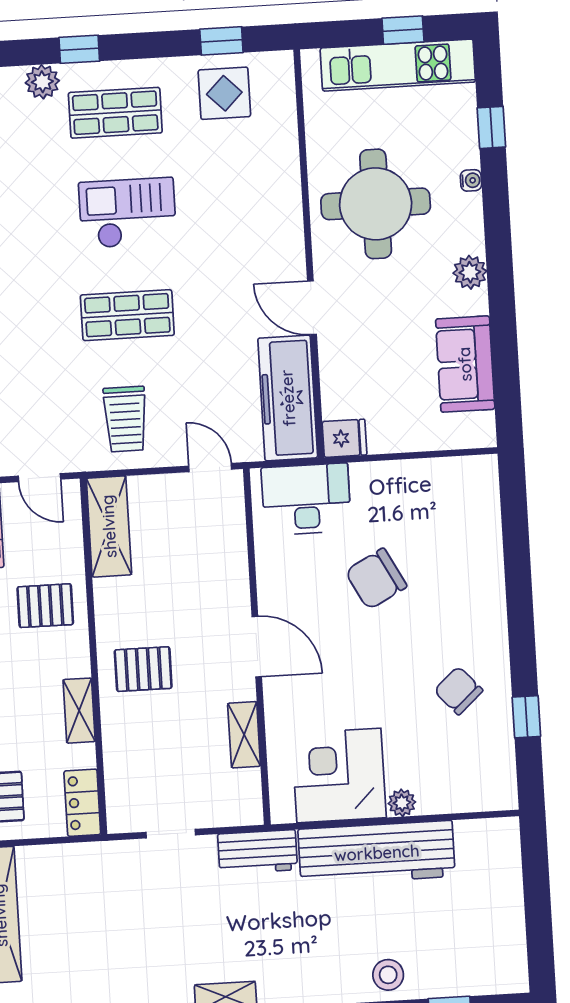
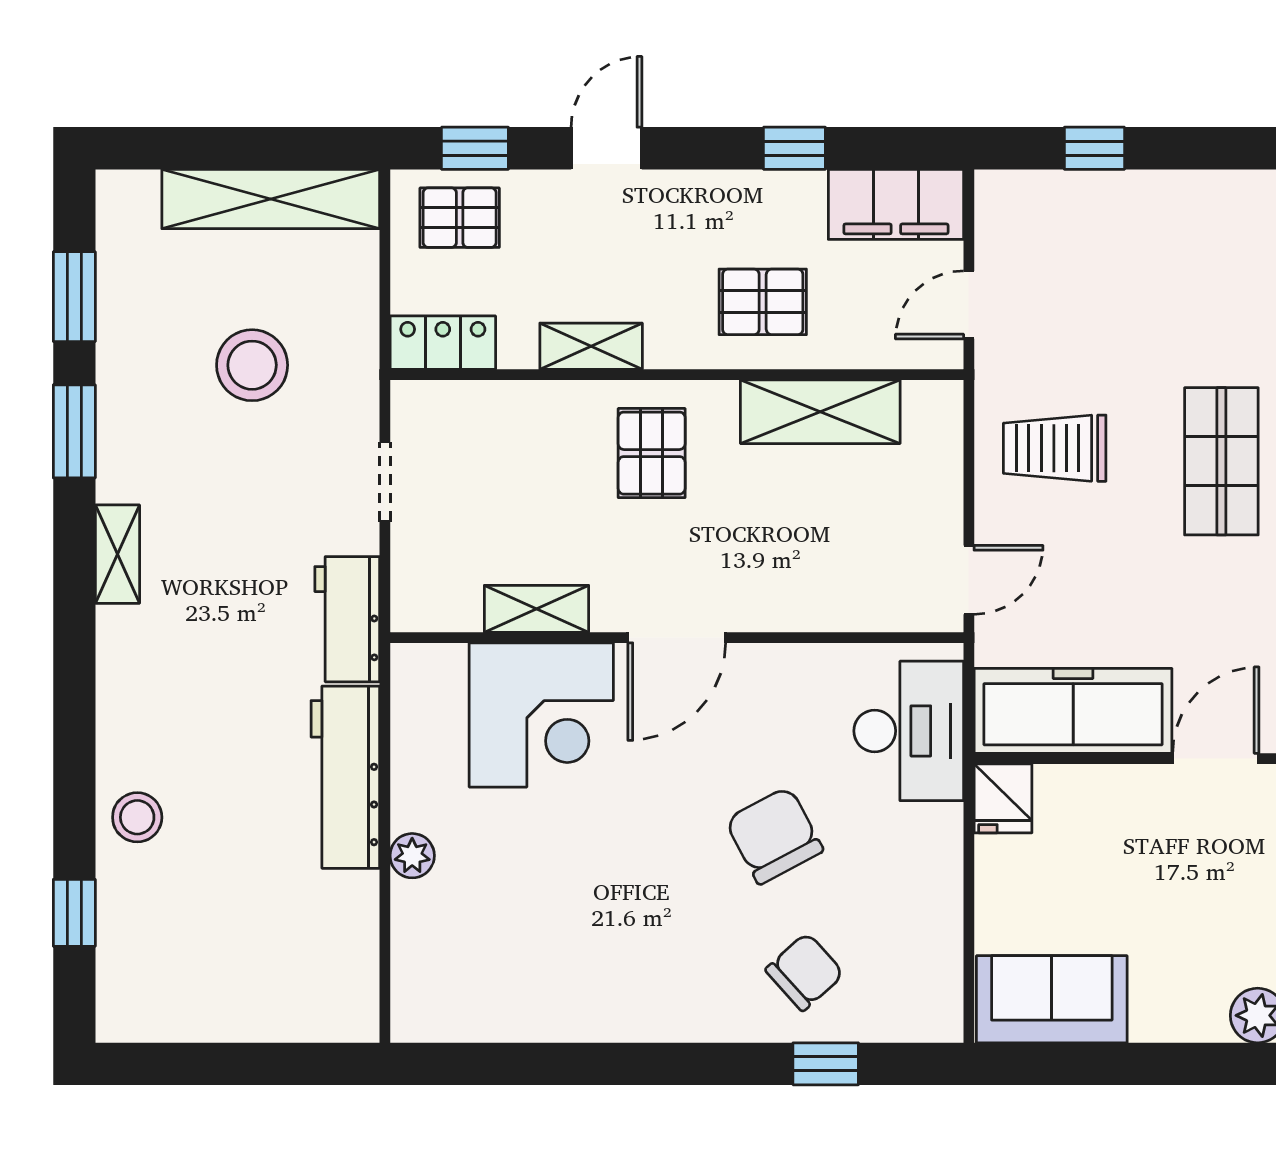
sofa: (465, 364) -> (1052, 999), moved
shelving: (109, 526) -> (820, 412), moved
pallet: (45, 606) -> (763, 302), turned 90
chair: (458, 691) -> (805, 972), moved
window: (526, 717) -> (826, 1064), moved
corner desk: (339, 775) -> (541, 715), moved, turned 90
workbench: (377, 853) -> (345, 777), width x0.73, depth x0.76
stool: (103, 920) -> (252, 365), added

